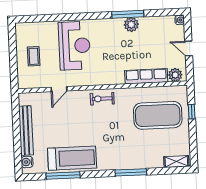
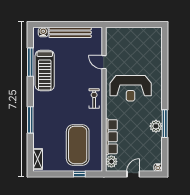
reception desk: (74, 46) -> (131, 88), moved
coffee table: (34, 56) -> (133, 42), removed

